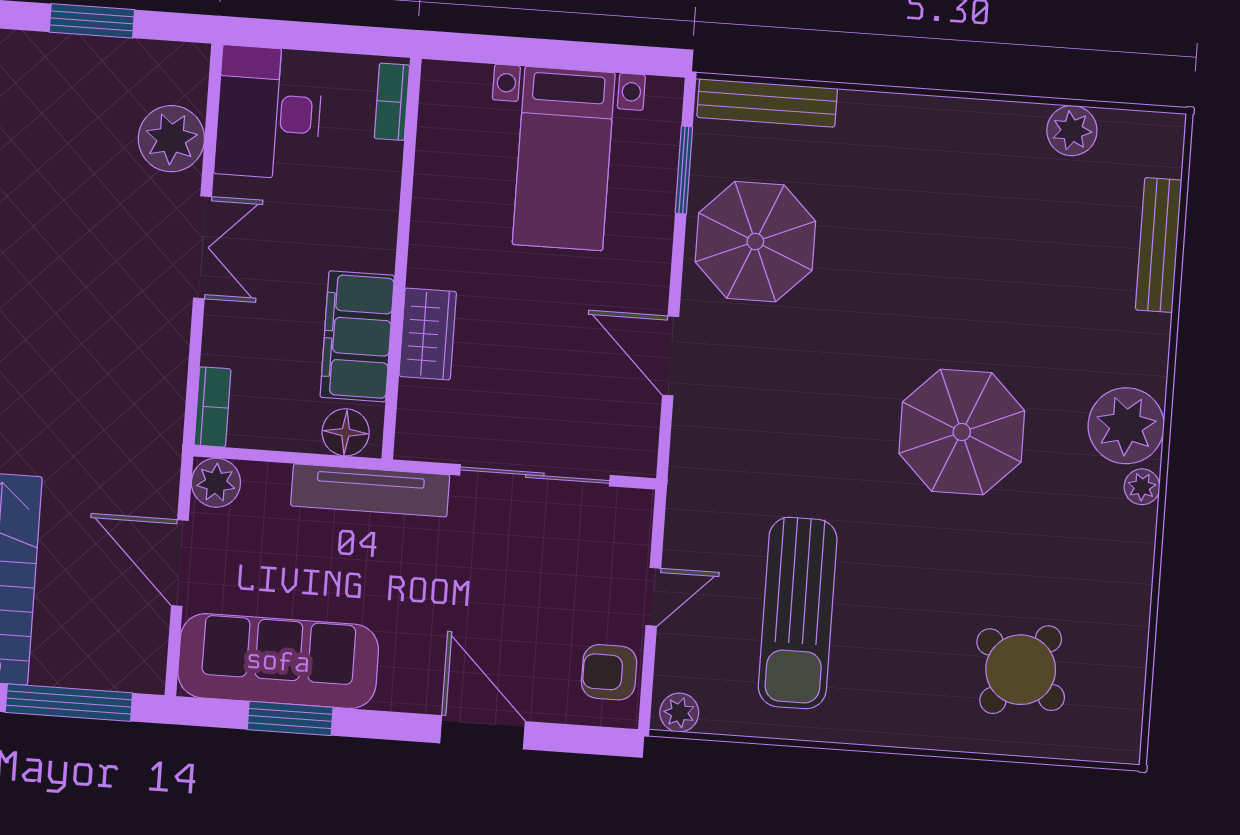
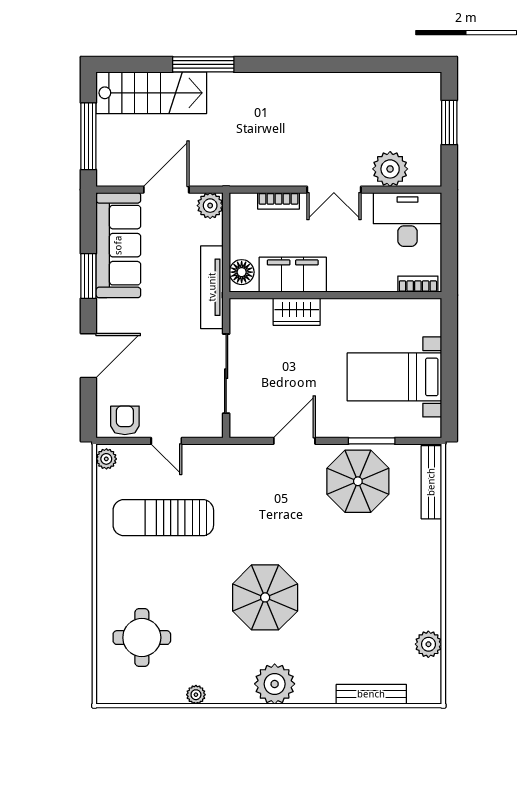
window: (684, 170) -> (372, 441), moved
bookcase: (213, 407) -> (278, 201), moved
plant: (1142, 487) -> (196, 695), moved
round table: (1021, 670) -> (142, 638), turned -38
window: (290, 718) -> (88, 276), moved

